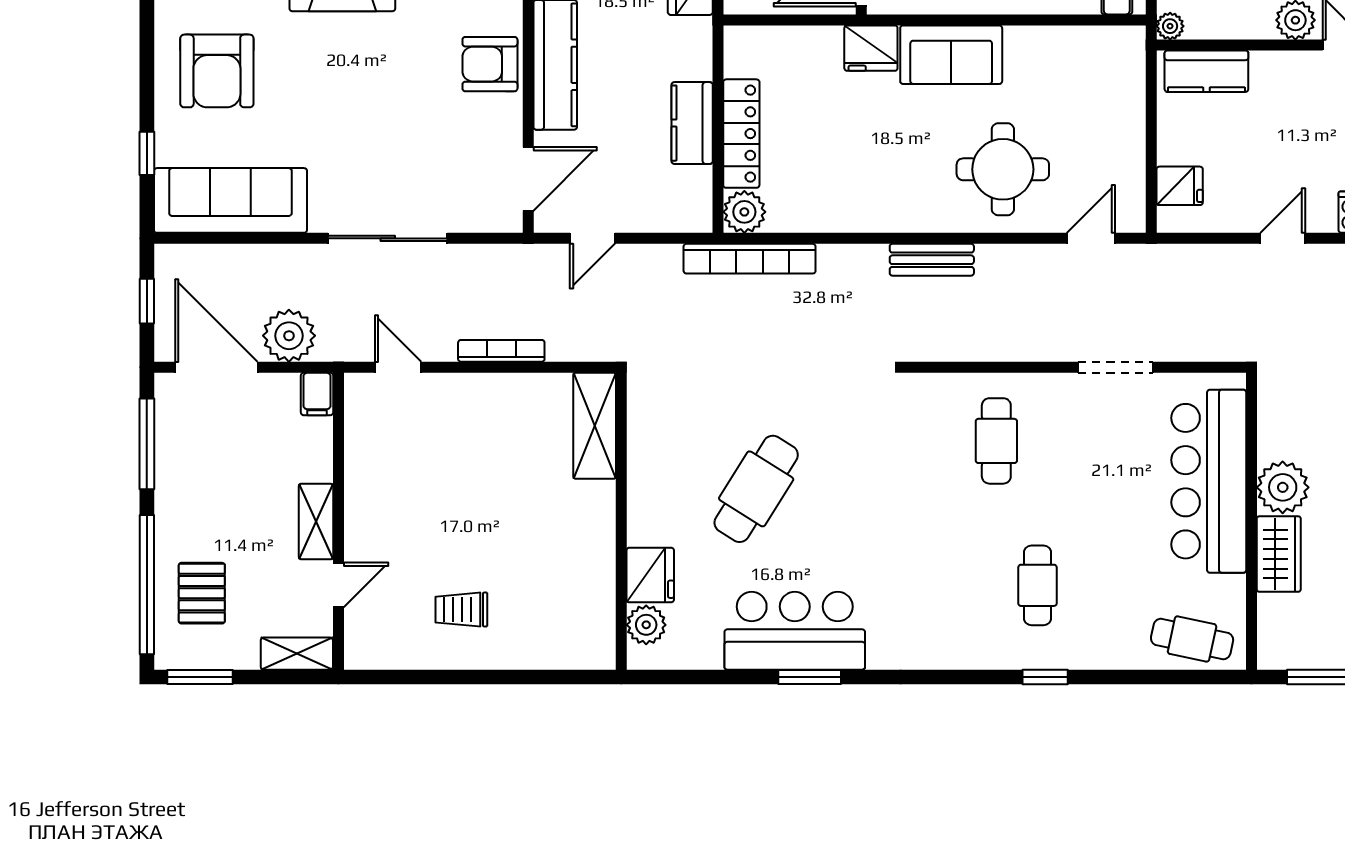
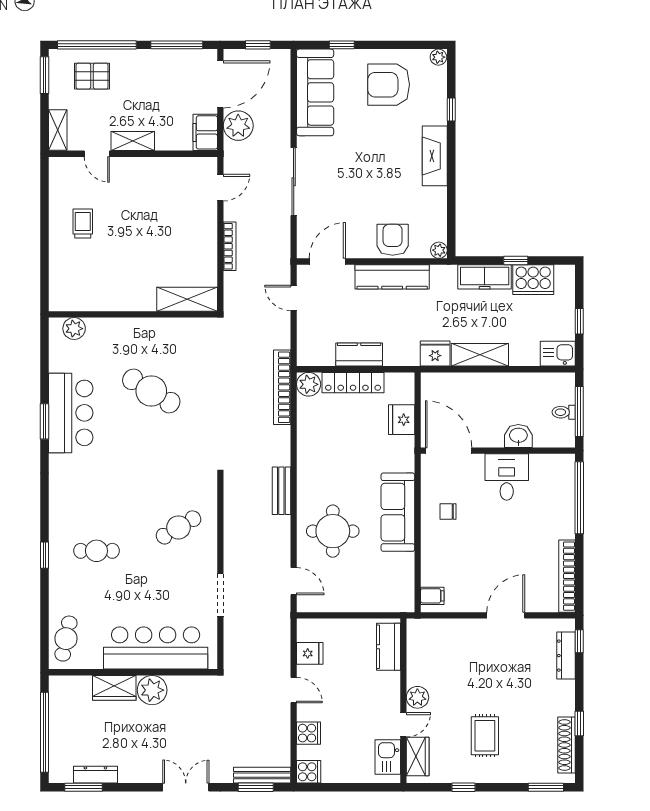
plant: (1170, 26) -> (414, 626), removed
fridge: (871, 48) -> (402, 420), moved
sofa: (951, 55) -> (398, 512), width x1.36
door: (528, 179) -> (327, 261), swing flipped
fridge: (1180, 186) -> (310, 653), moved, turned -90
filing cabinet: (317, 394) -> (205, 132), width x2.00
cafe table: (996, 441) -> (178, 527), turned -31
fridge: (650, 575) -> (102, 331), removed

